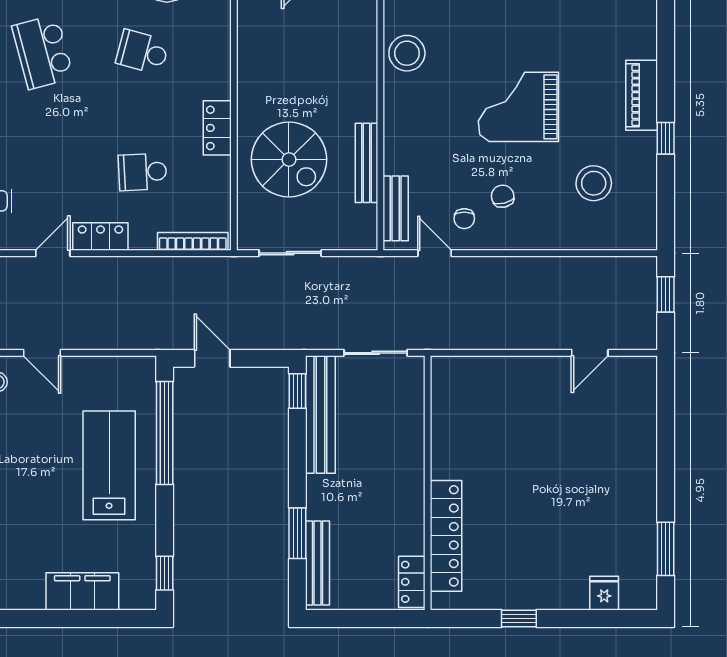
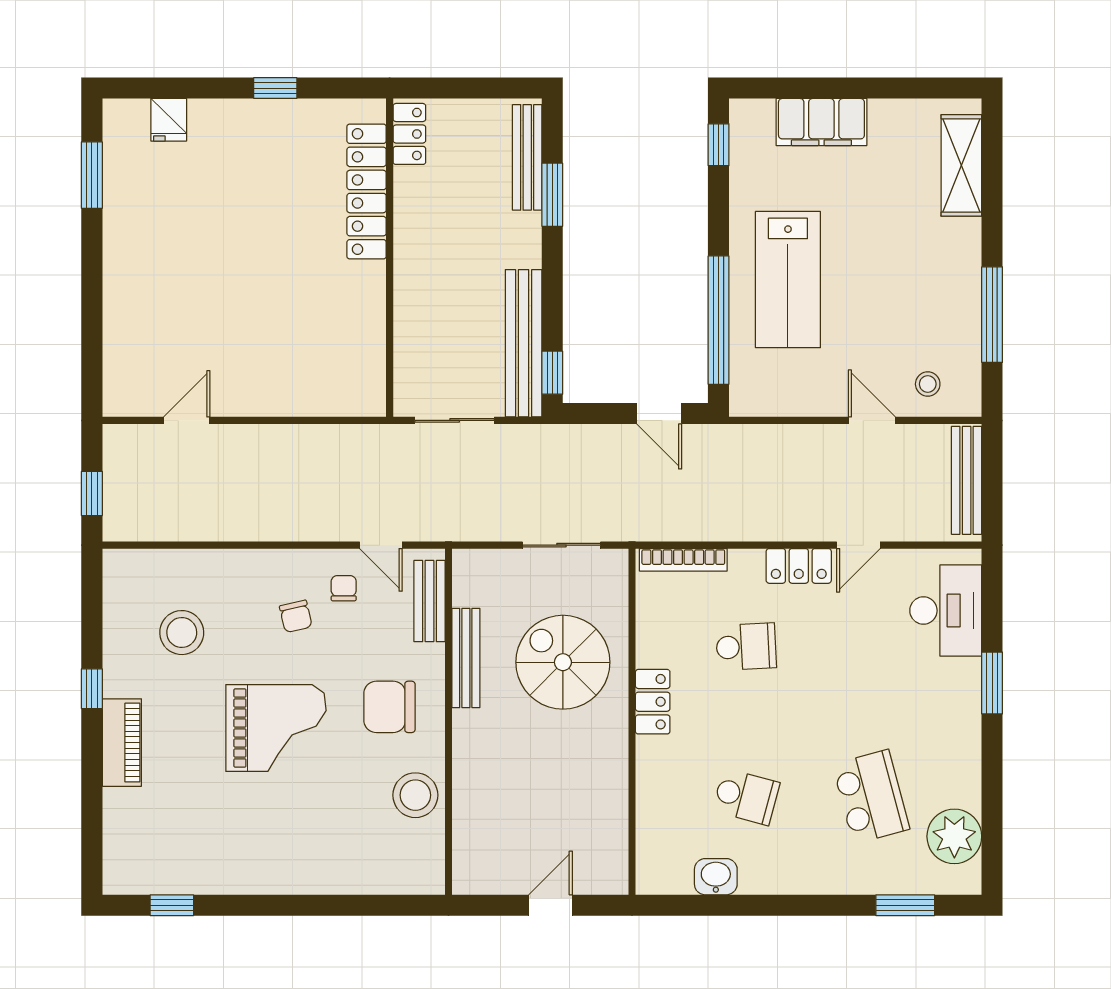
chair: (428, 124) -> (389, 707), added

